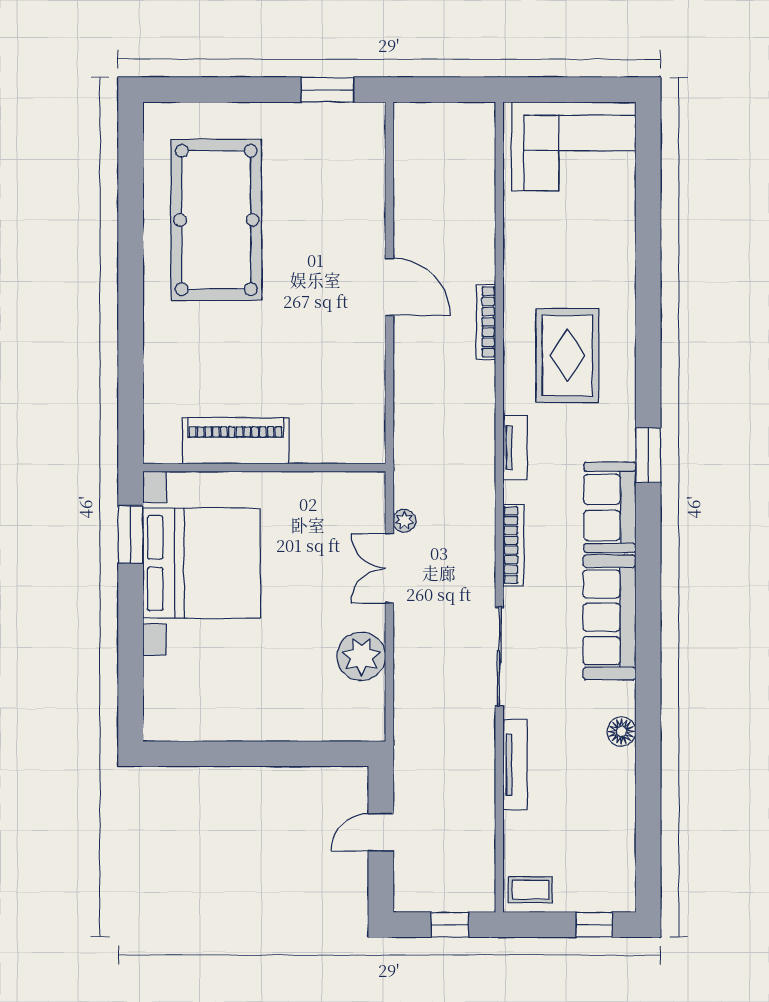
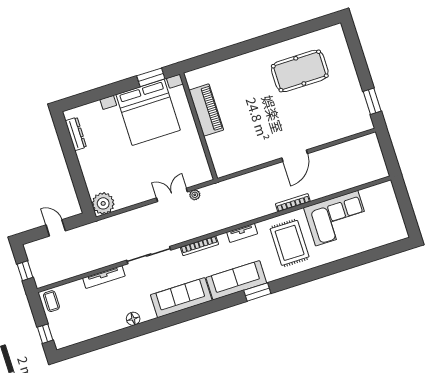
corner sofa: (574, 146) -> (337, 218), moved, turned -90
pool table: (216, 220) -> (300, 71), width x0.73, depth x0.76
rug: (567, 355) -> (290, 243), turned 90
sofa: (610, 507) -> (236, 280), width x1.36
plant: (361, 656) -> (103, 203), moved
dresser: (199, 728) -> (76, 134), added

